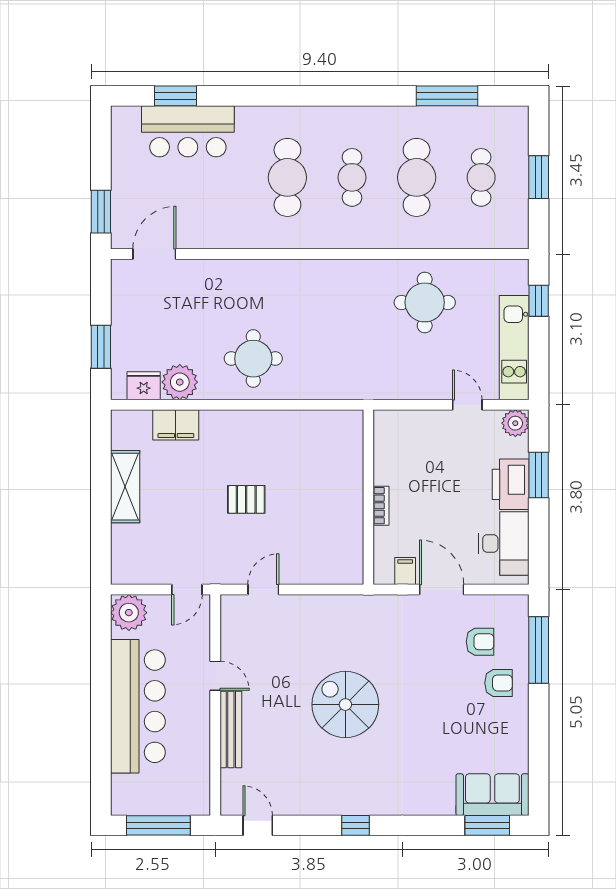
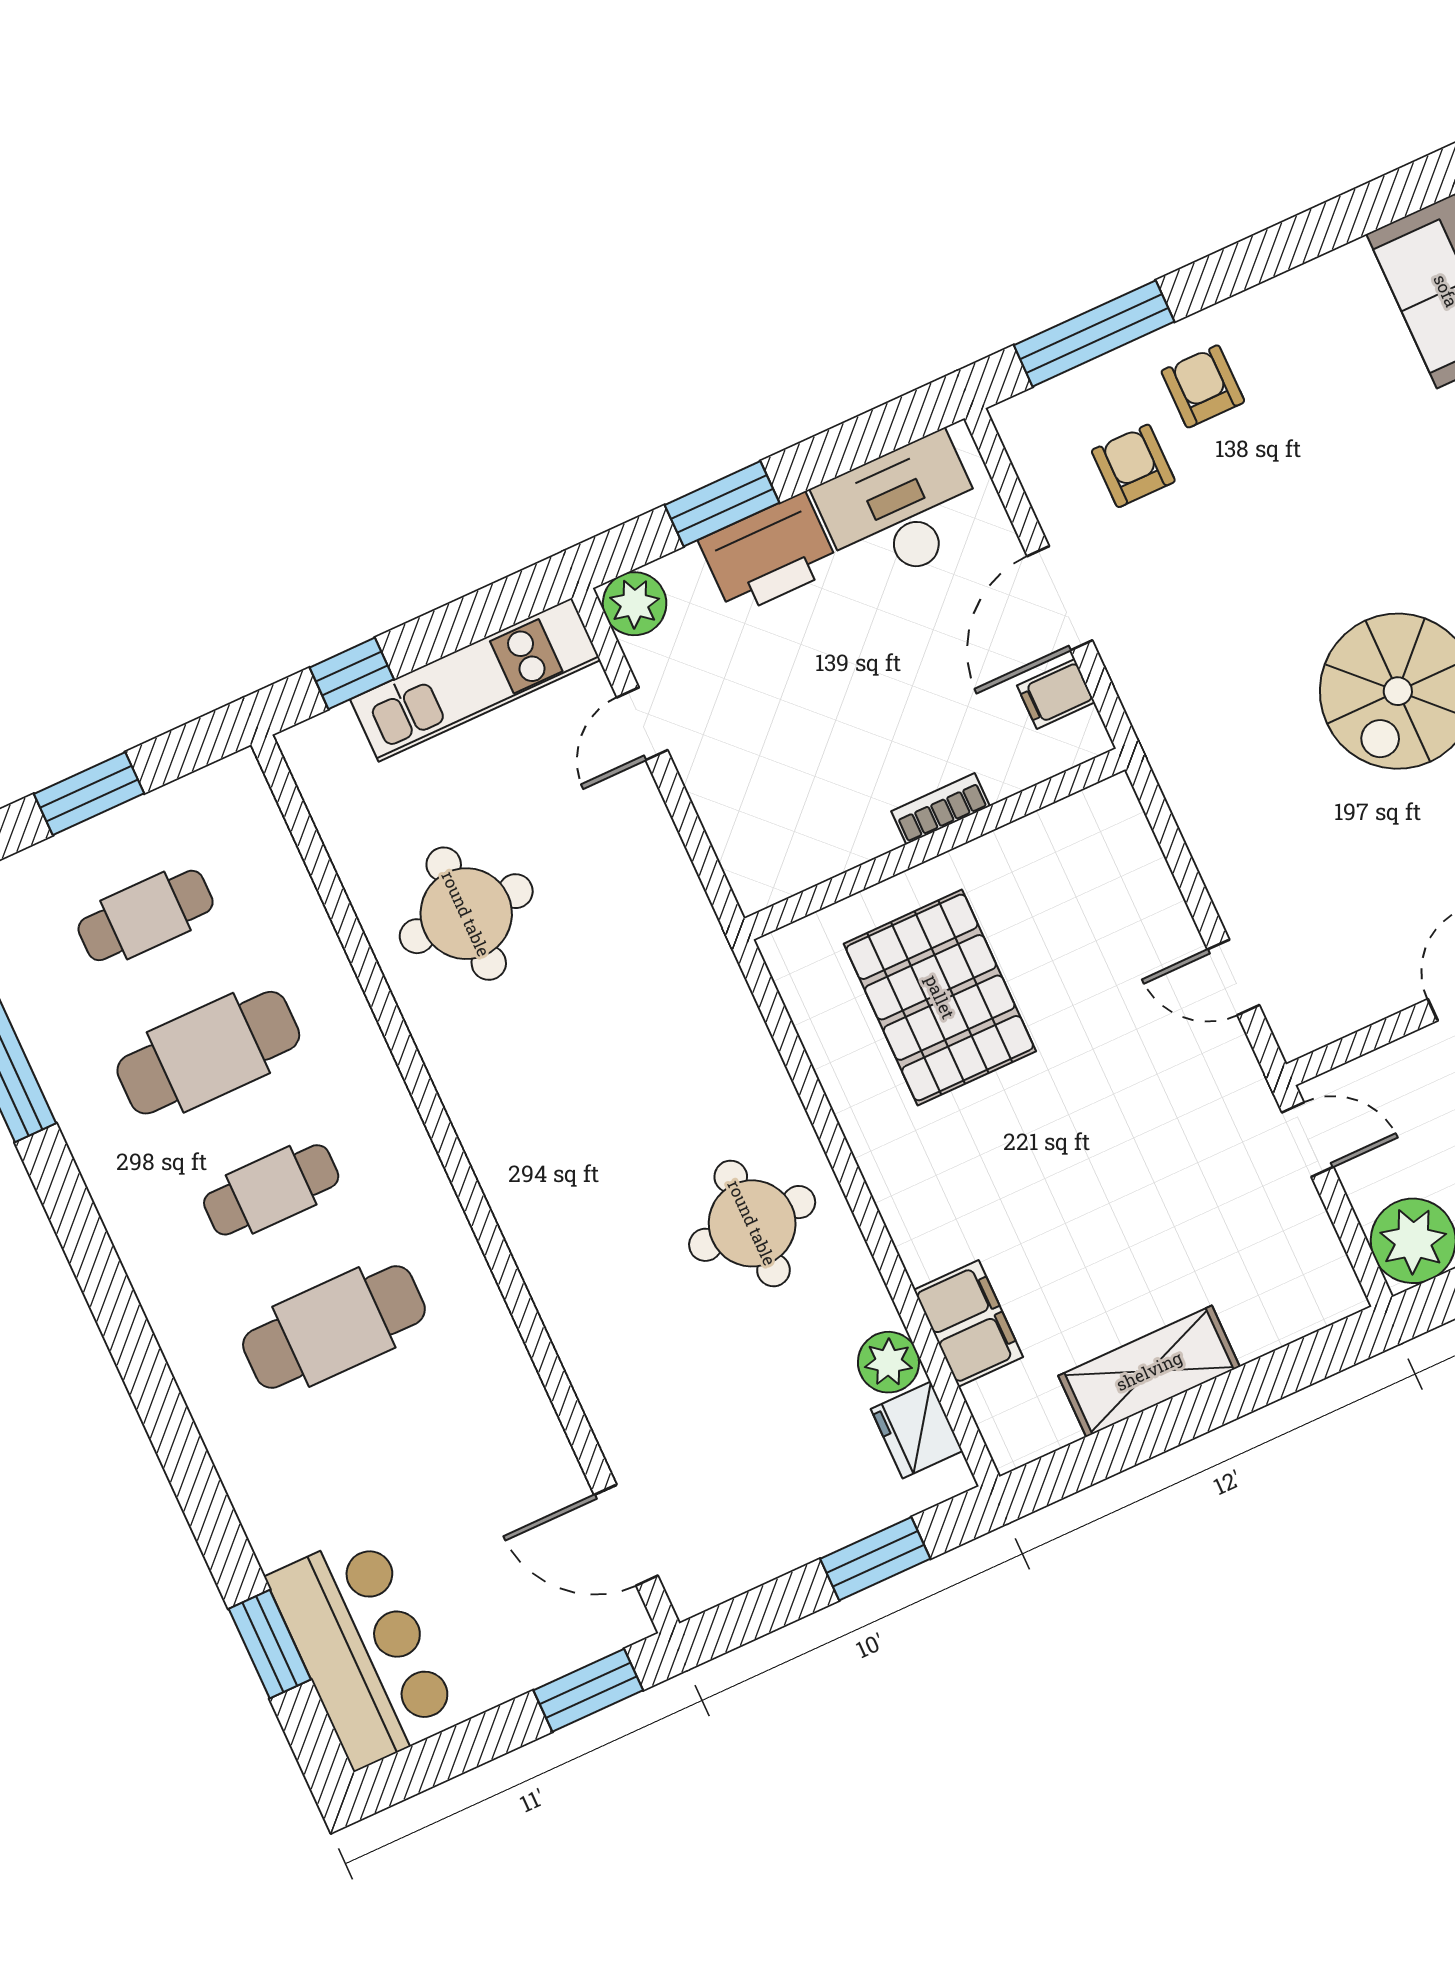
bar counter: (188, 131) -> (363, 1650), moved
plant: (180, 382) -> (888, 1362), width x0.73, depth x0.73
pallet: (246, 499) -> (940, 997), moved, width x2.05, depth x2.00

